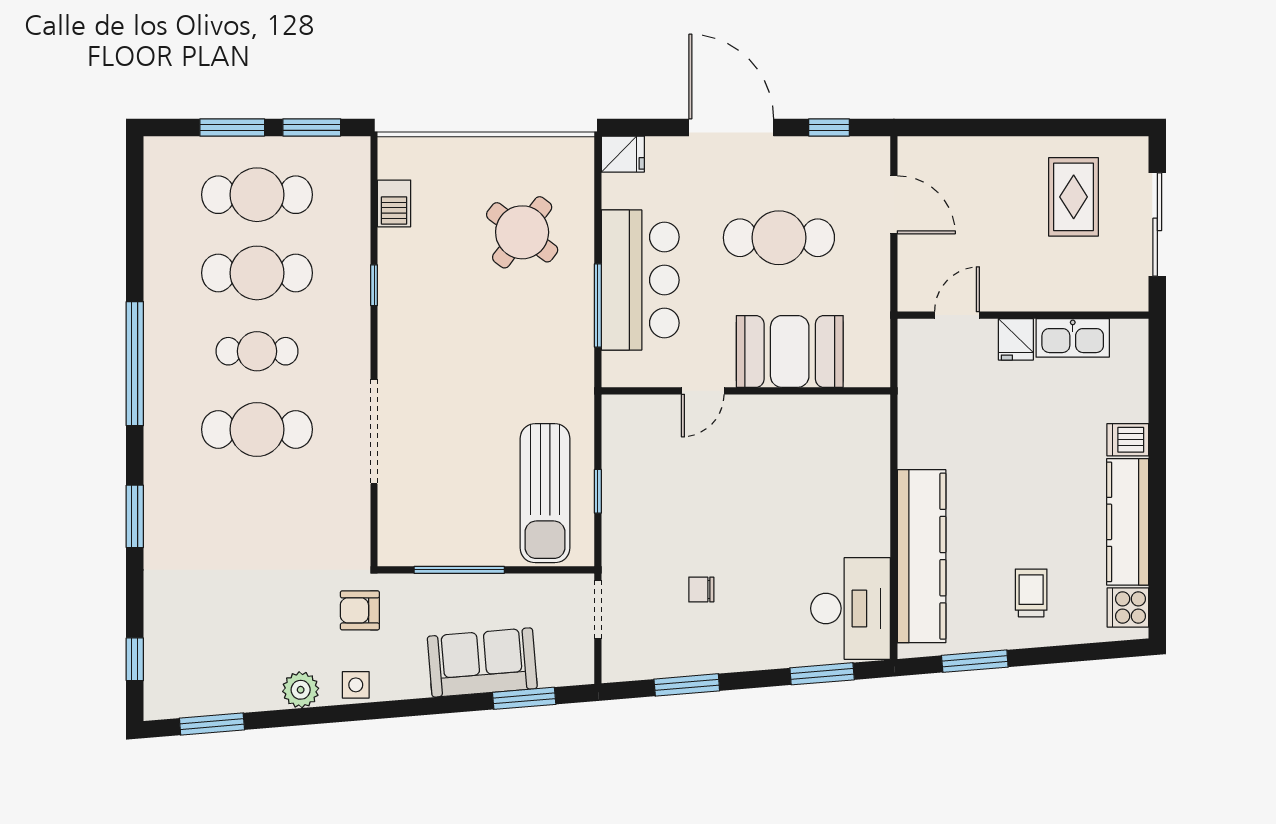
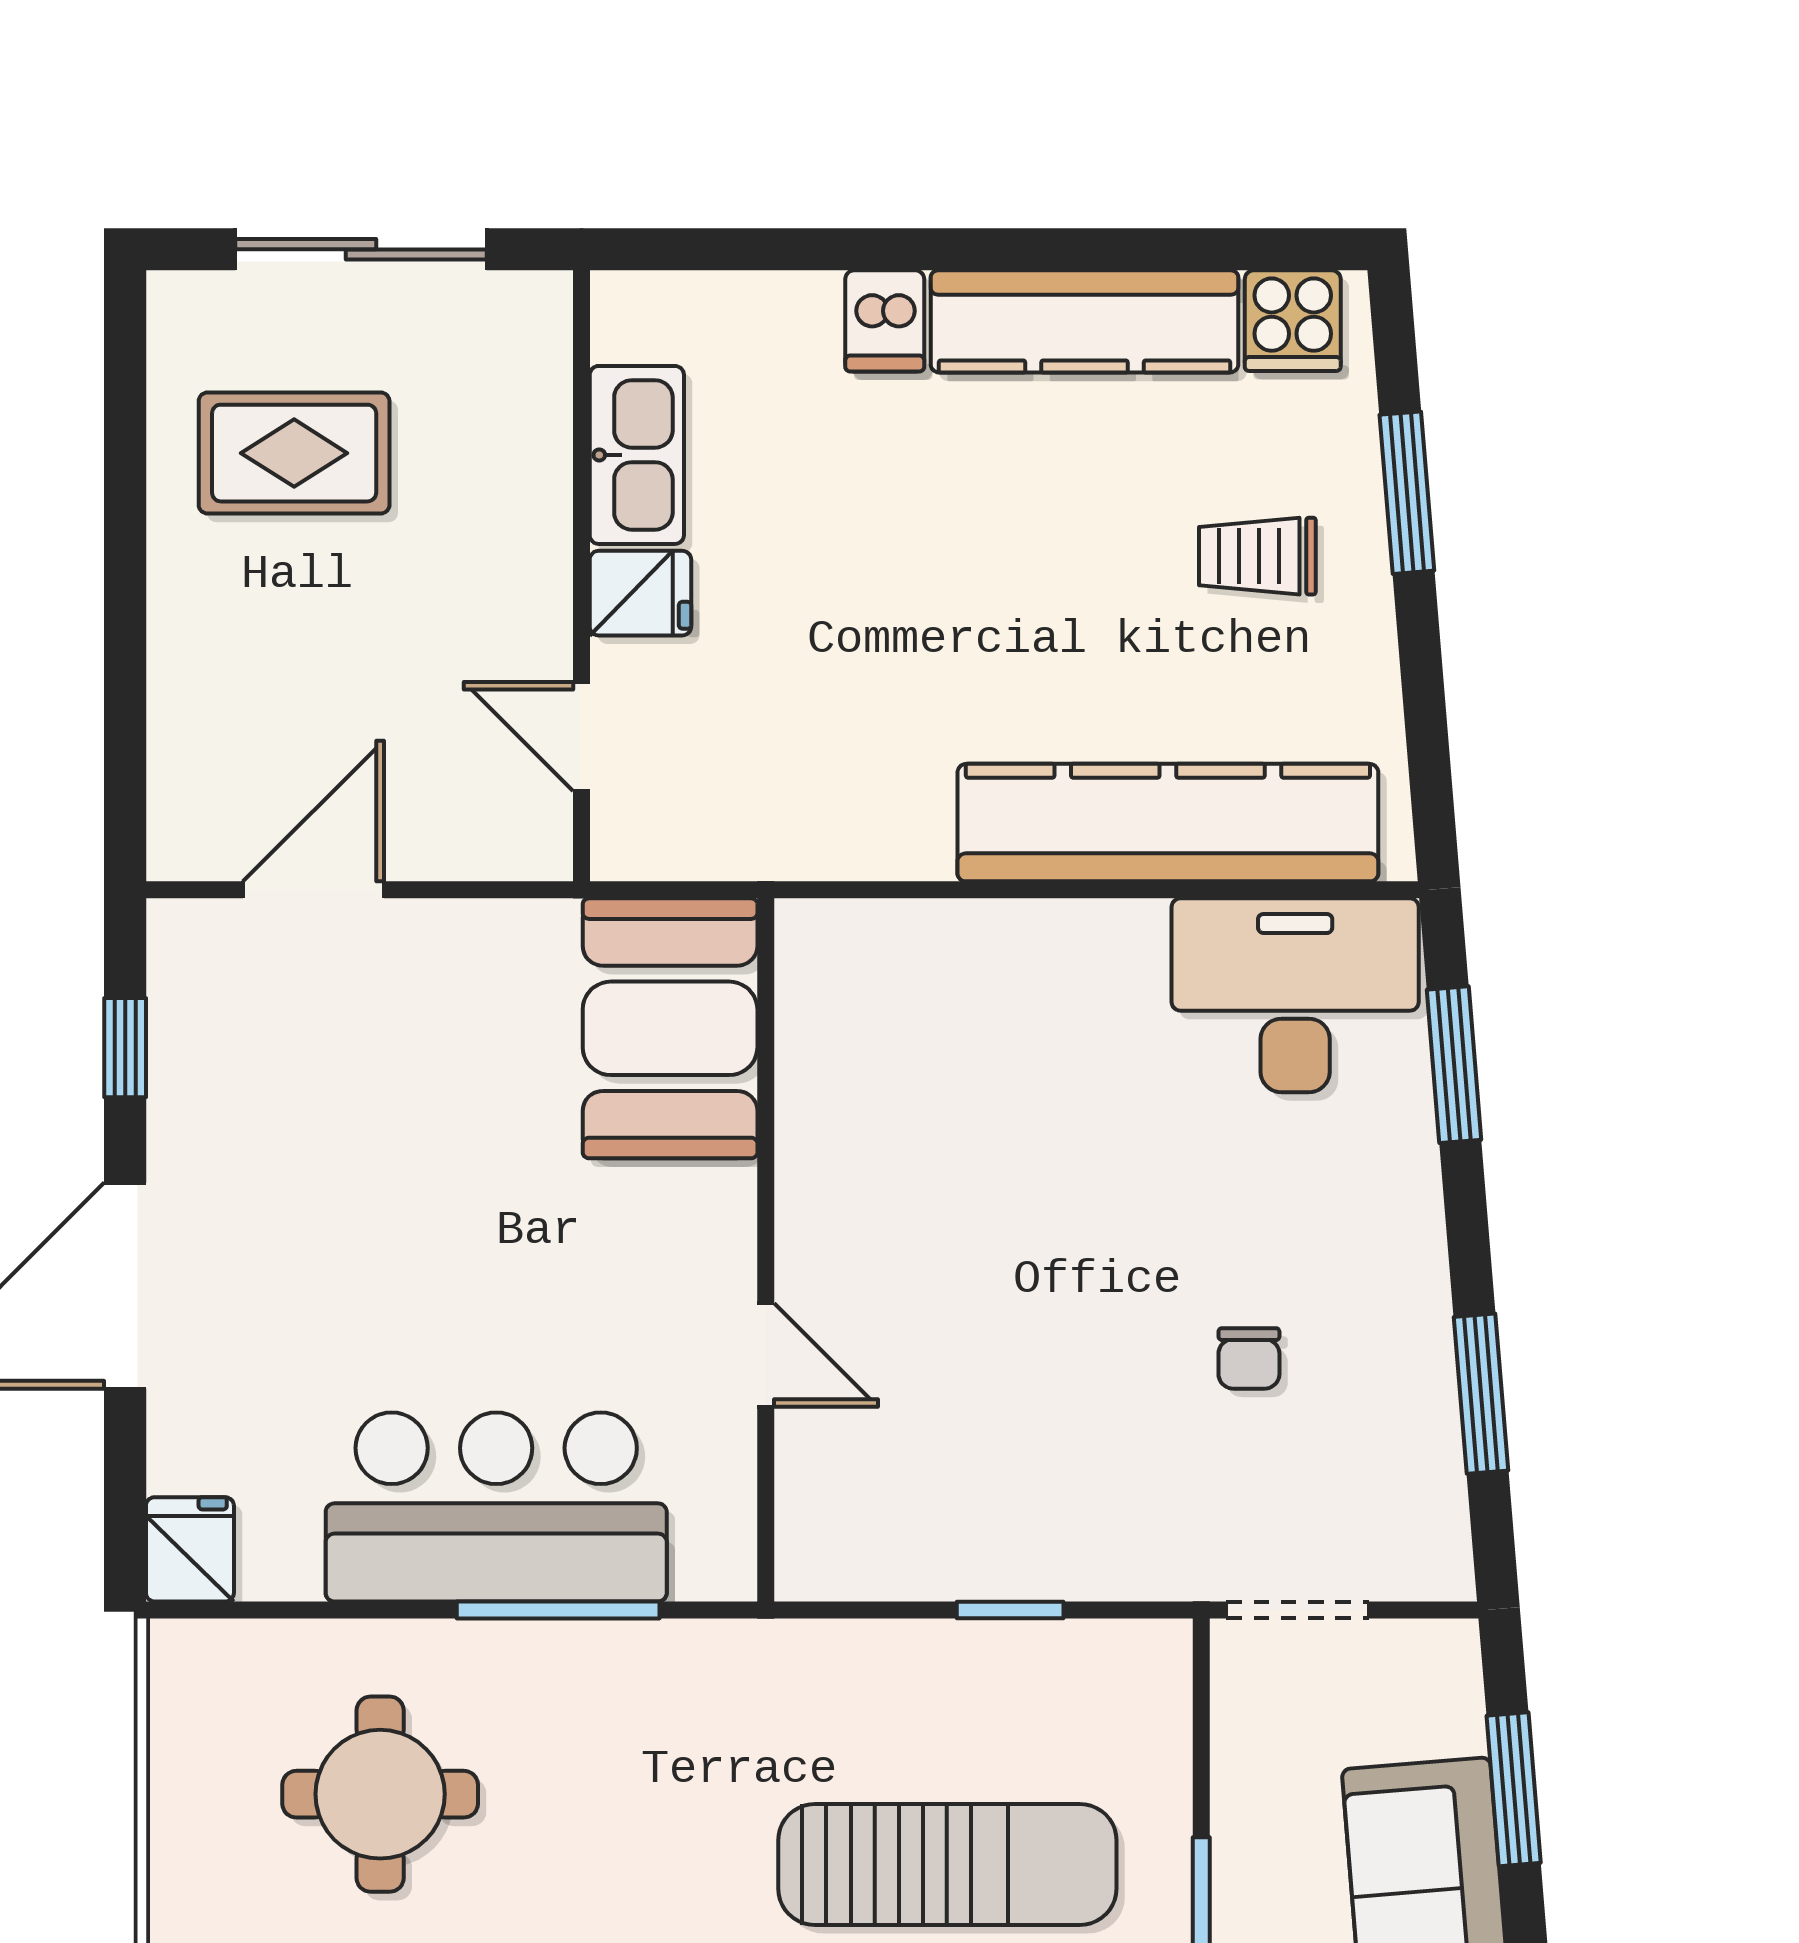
round table: (522, 232) -> (380, 1794), turned -37
cafe table: (779, 238) -> (393, 1170), removed
booth: (790, 351) -> (670, 1028), moved
sun lounger: (545, 493) -> (947, 1864), moved
window: (975, 661) -> (1407, 493), moved

